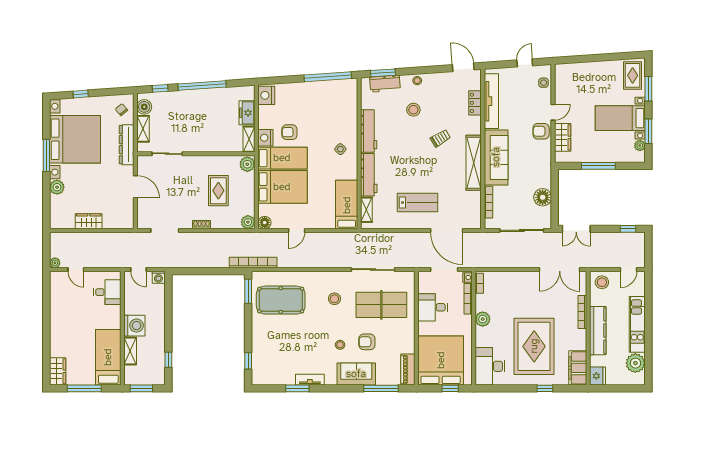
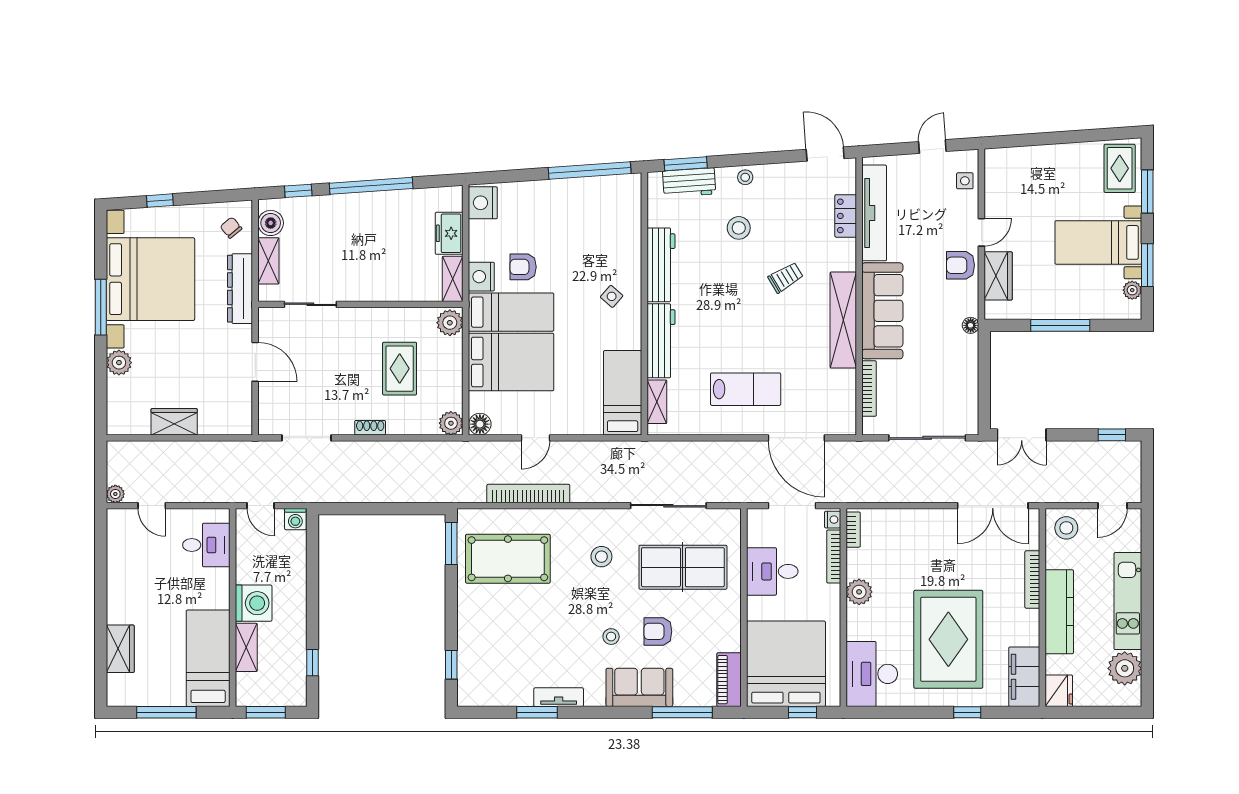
floor lamp: (543, 197) -> (971, 325), moved, width x0.53, depth x0.53
bookcase: (253, 263) -> (528, 494), moved
wardrobe: (58, 371) -> (120, 649), moved

